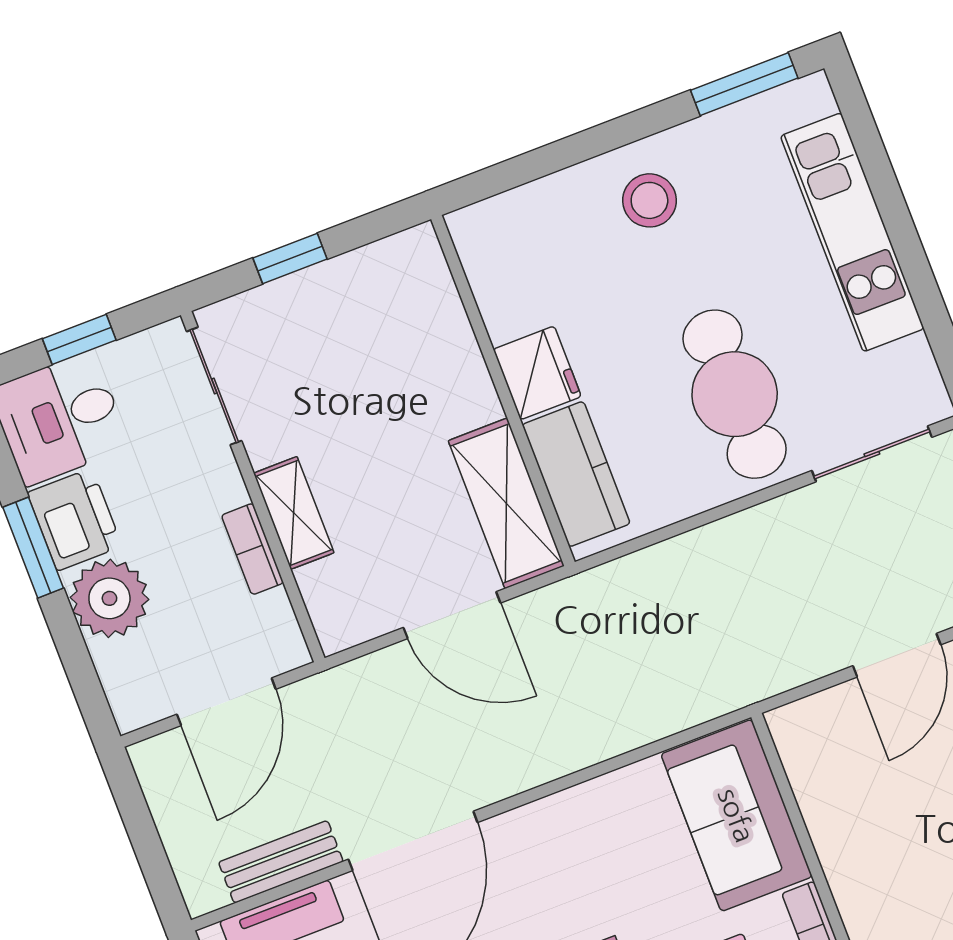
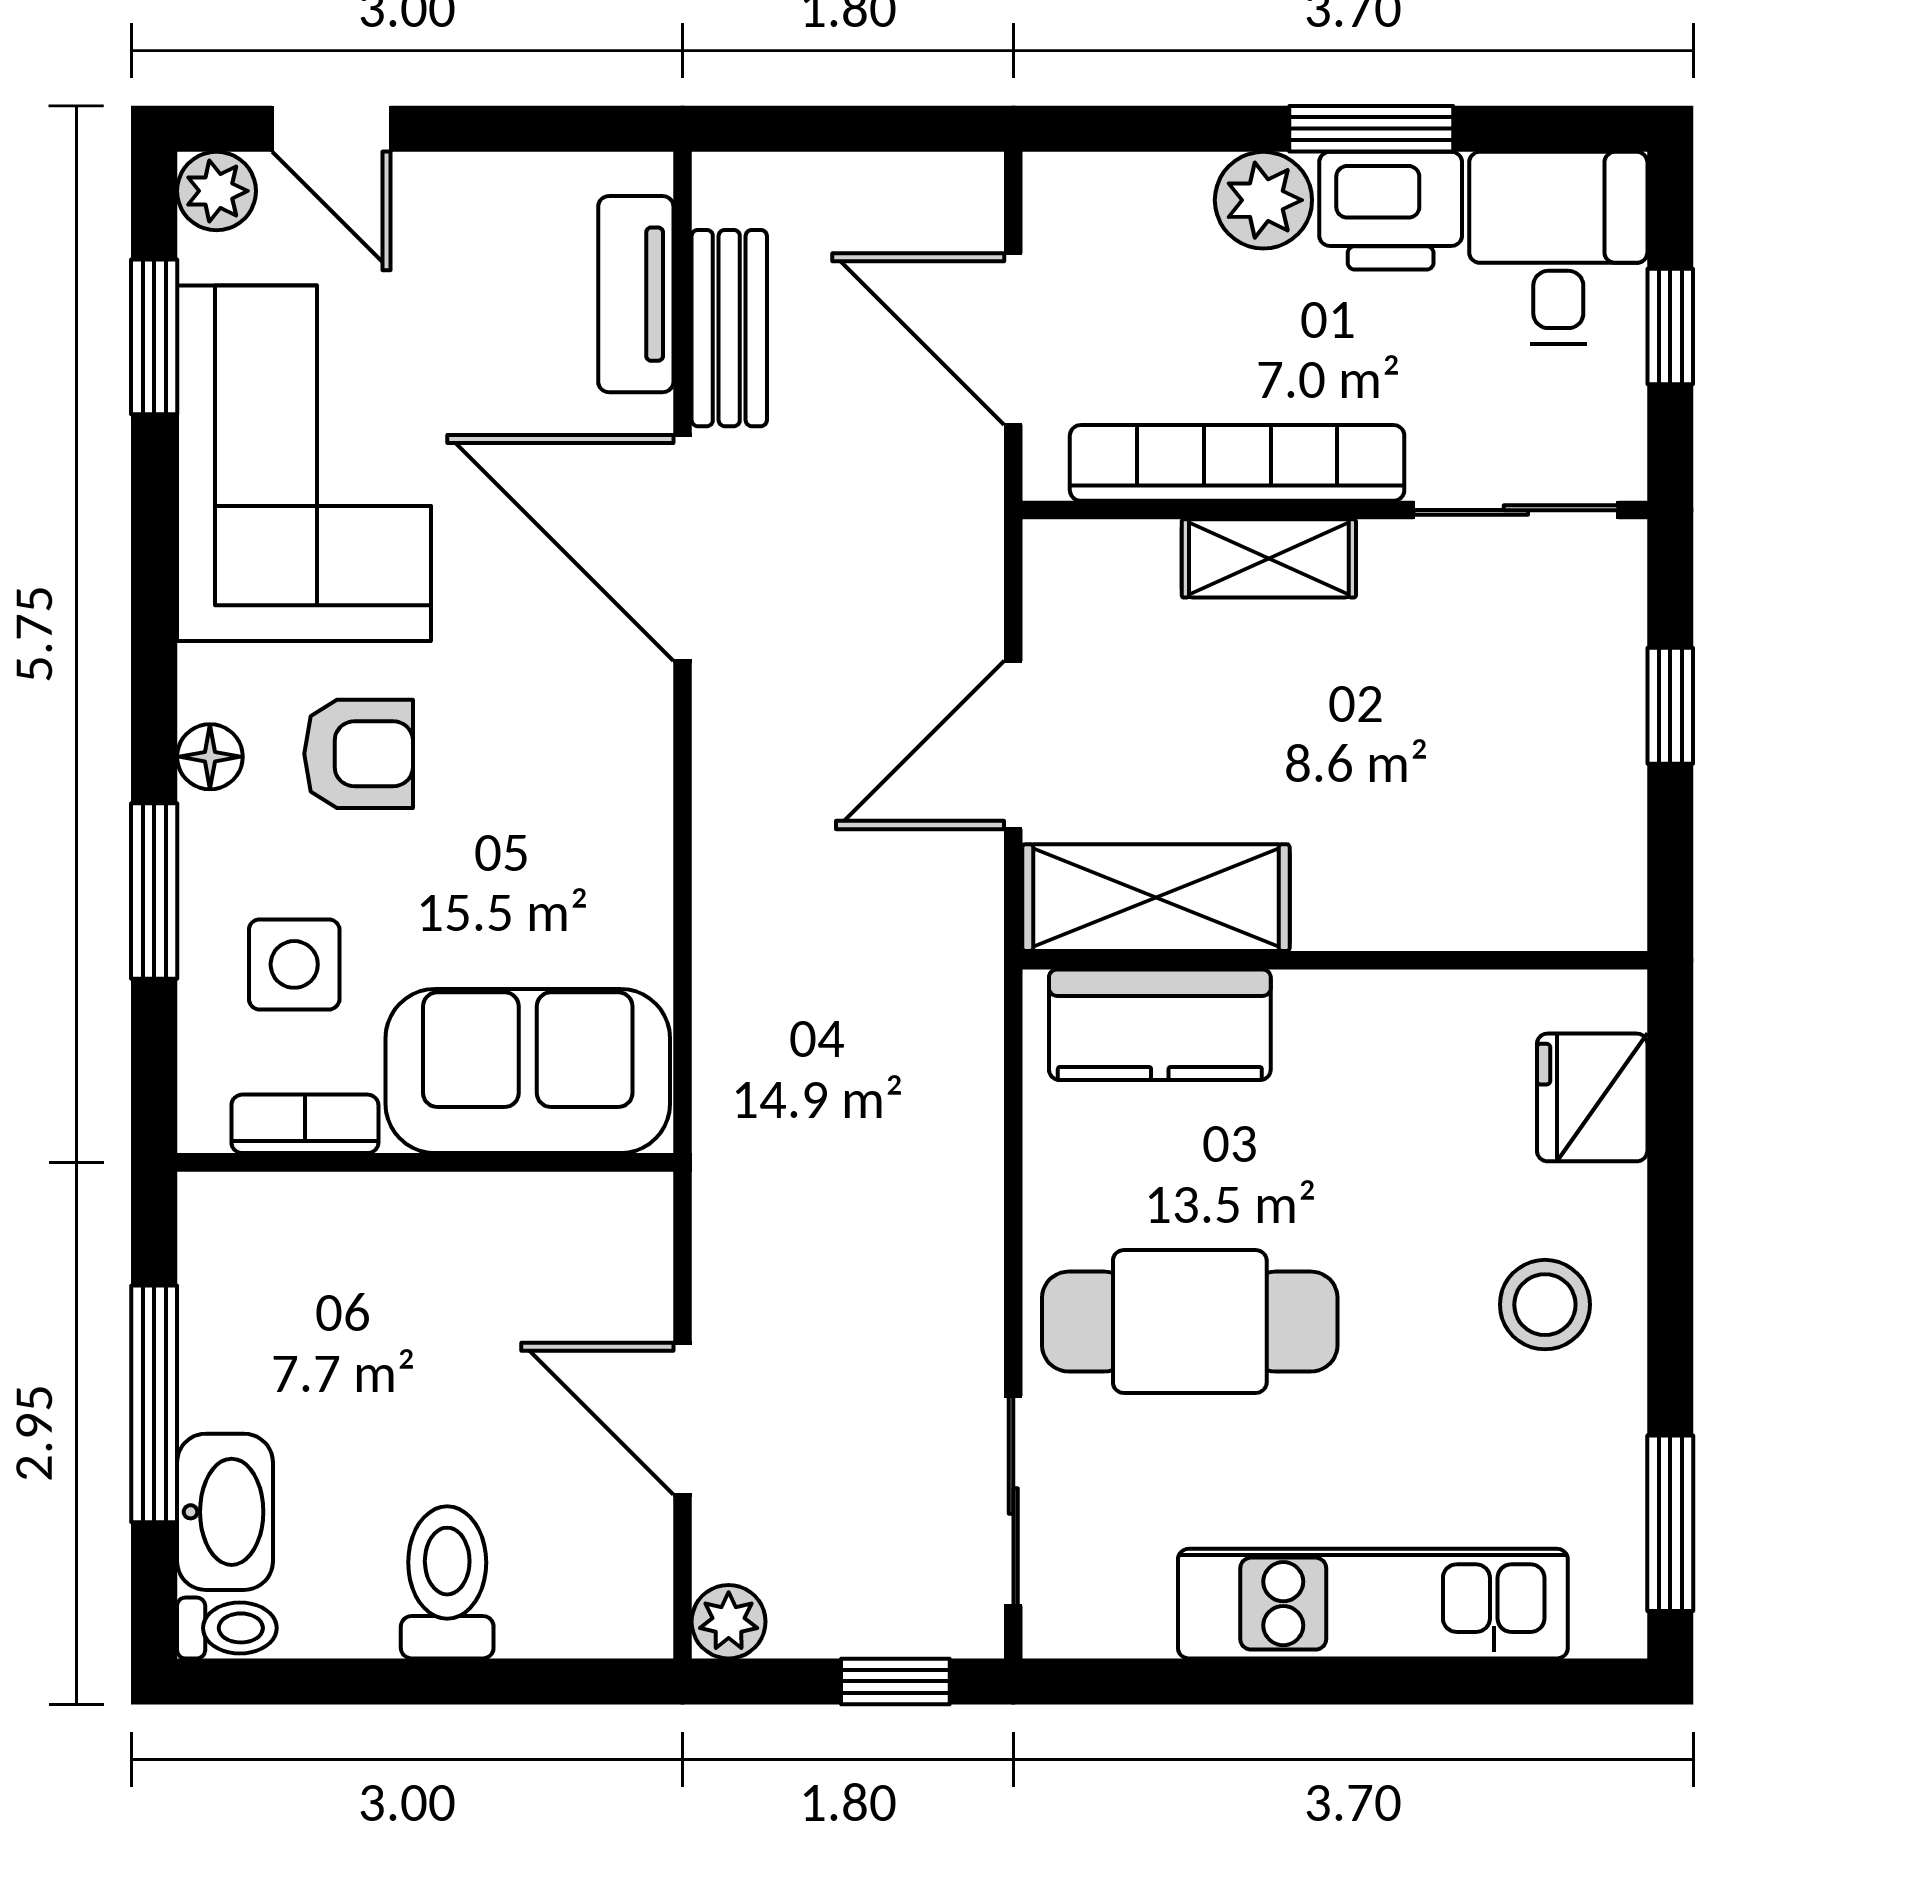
fridge: (537, 373) -> (1592, 1097), moved, turned 90
bookcase: (252, 549) -> (1237, 463), width x2.31, depth x1.31
plant: (109, 598) -> (1263, 200), width x0.73, depth x0.73

